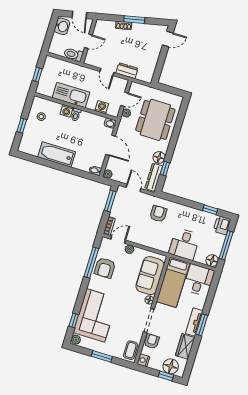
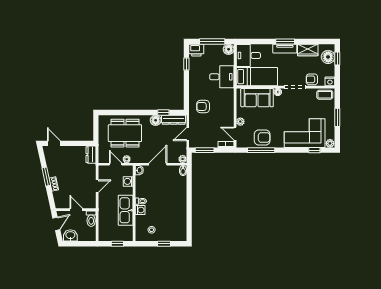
dresser: (127, 71) -> (91, 155), moved
bathtub: (57, 154) -> (179, 207), removed

